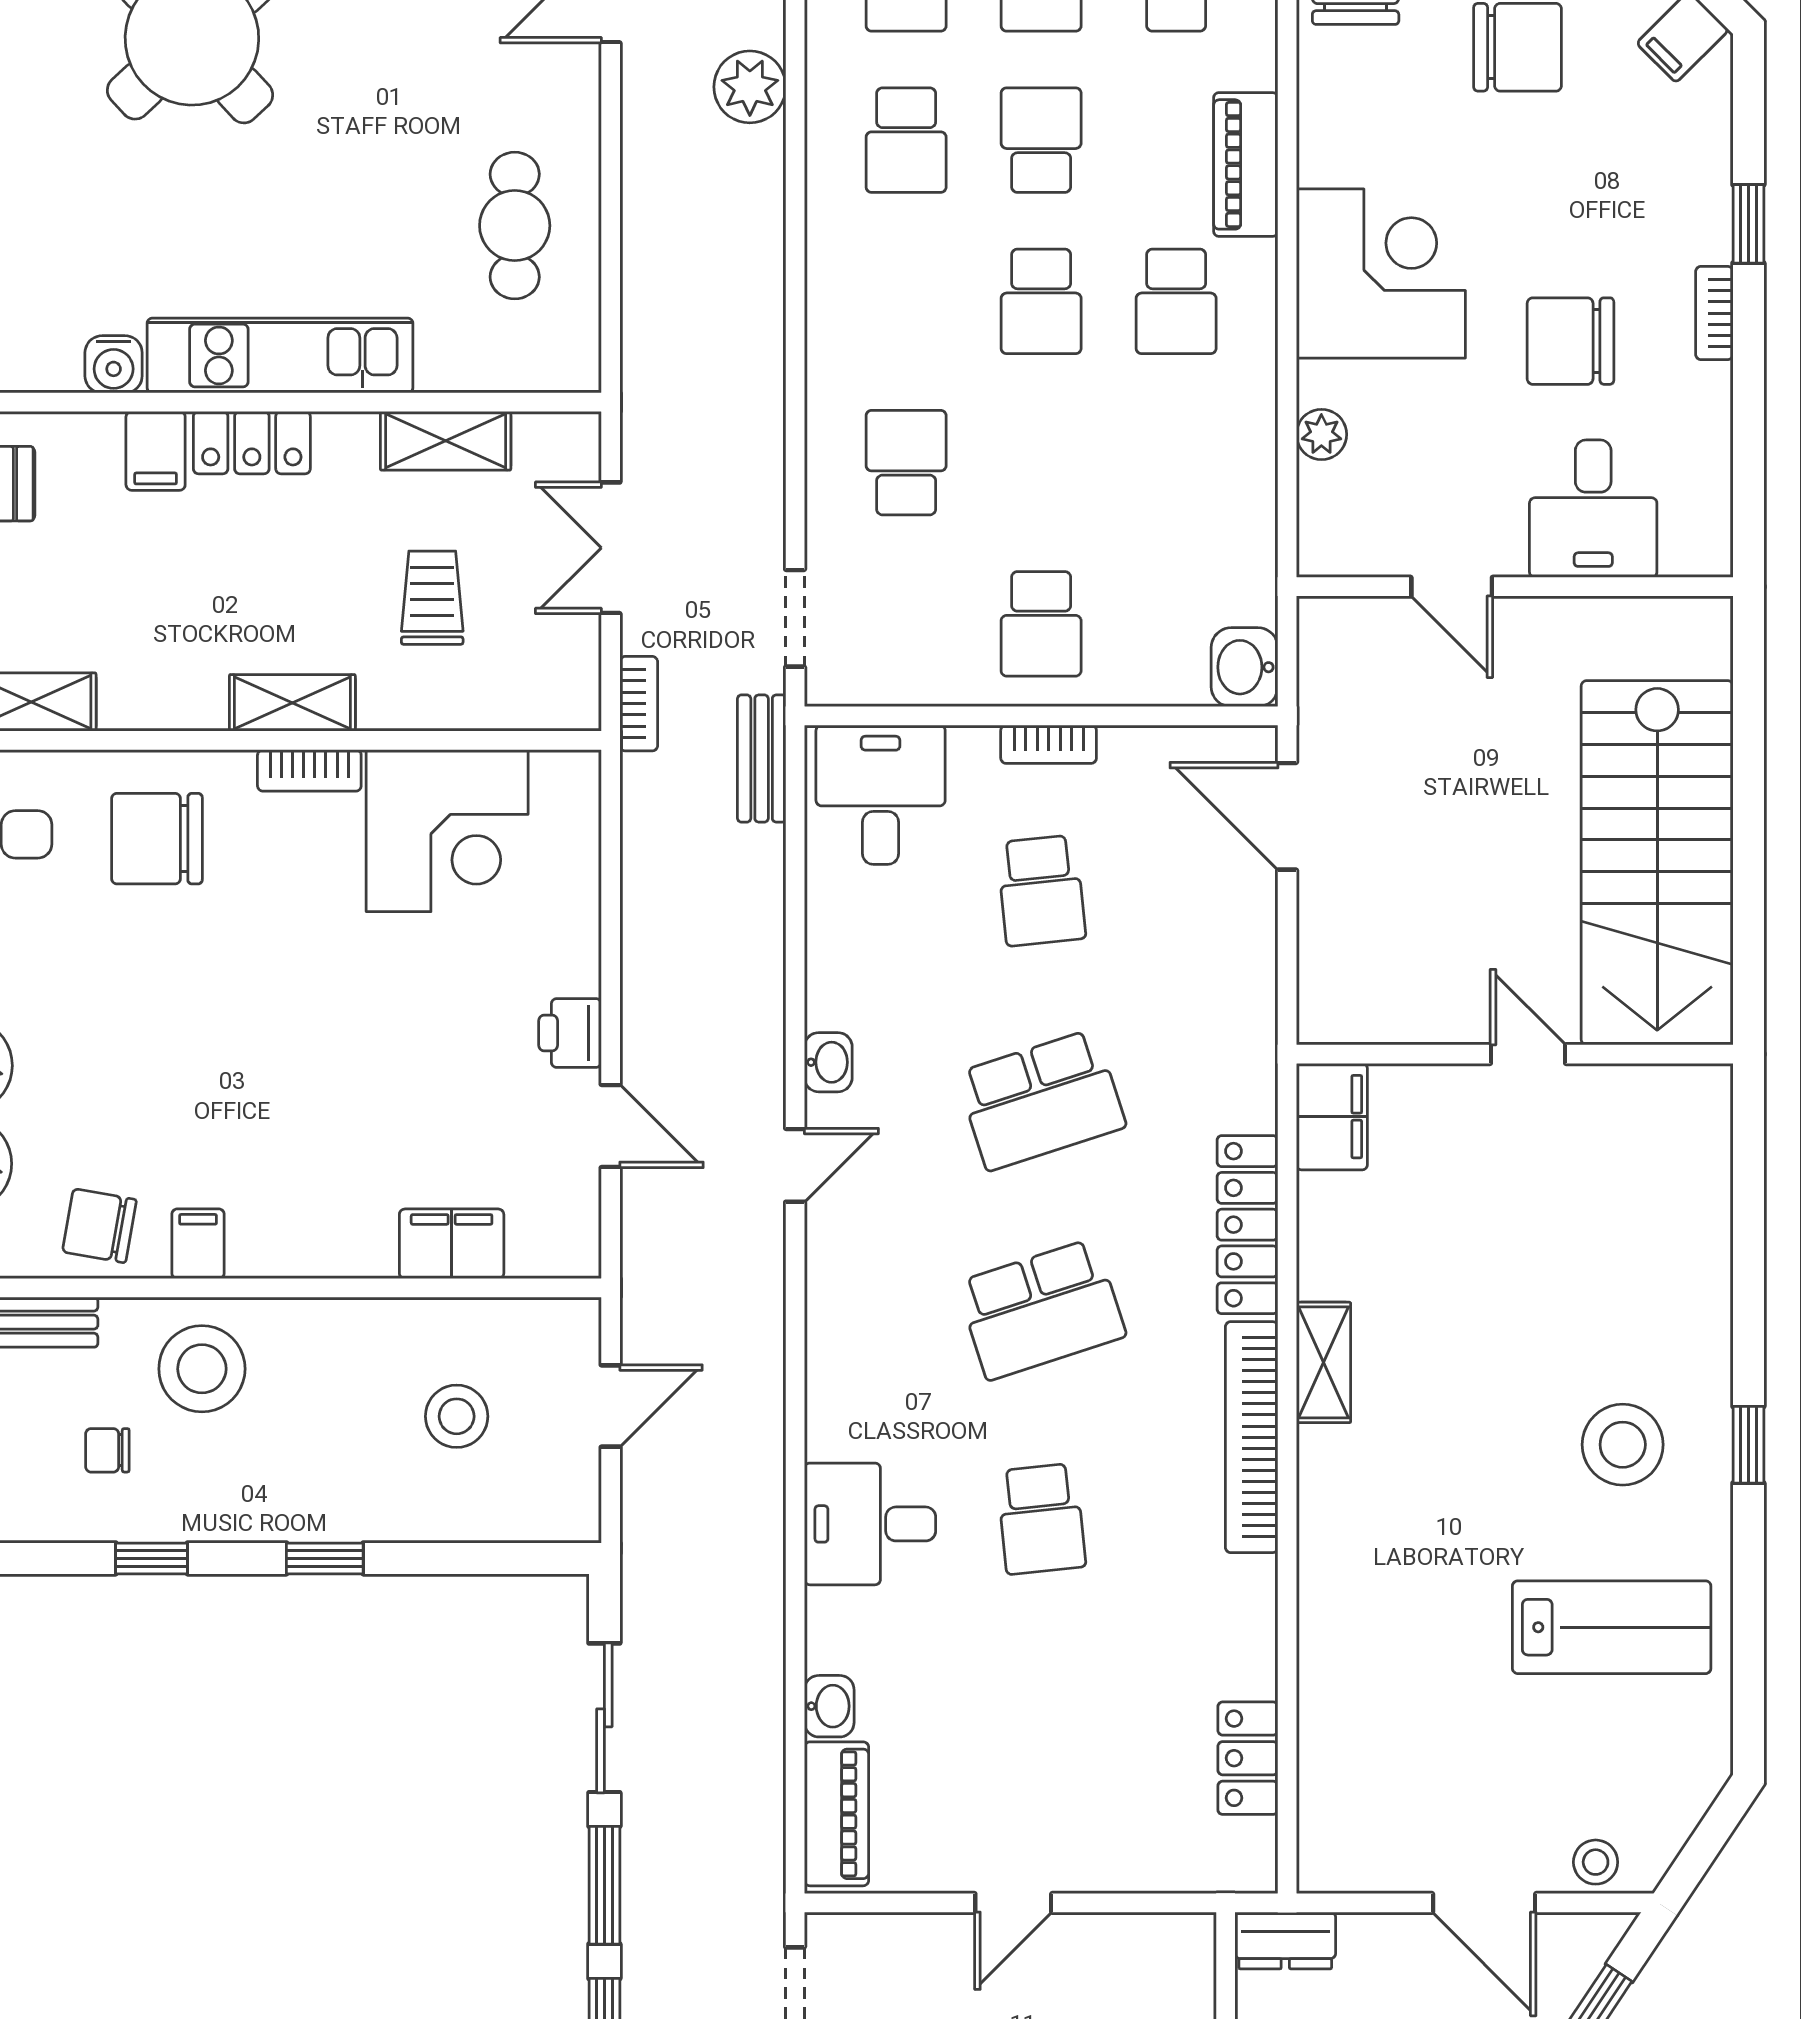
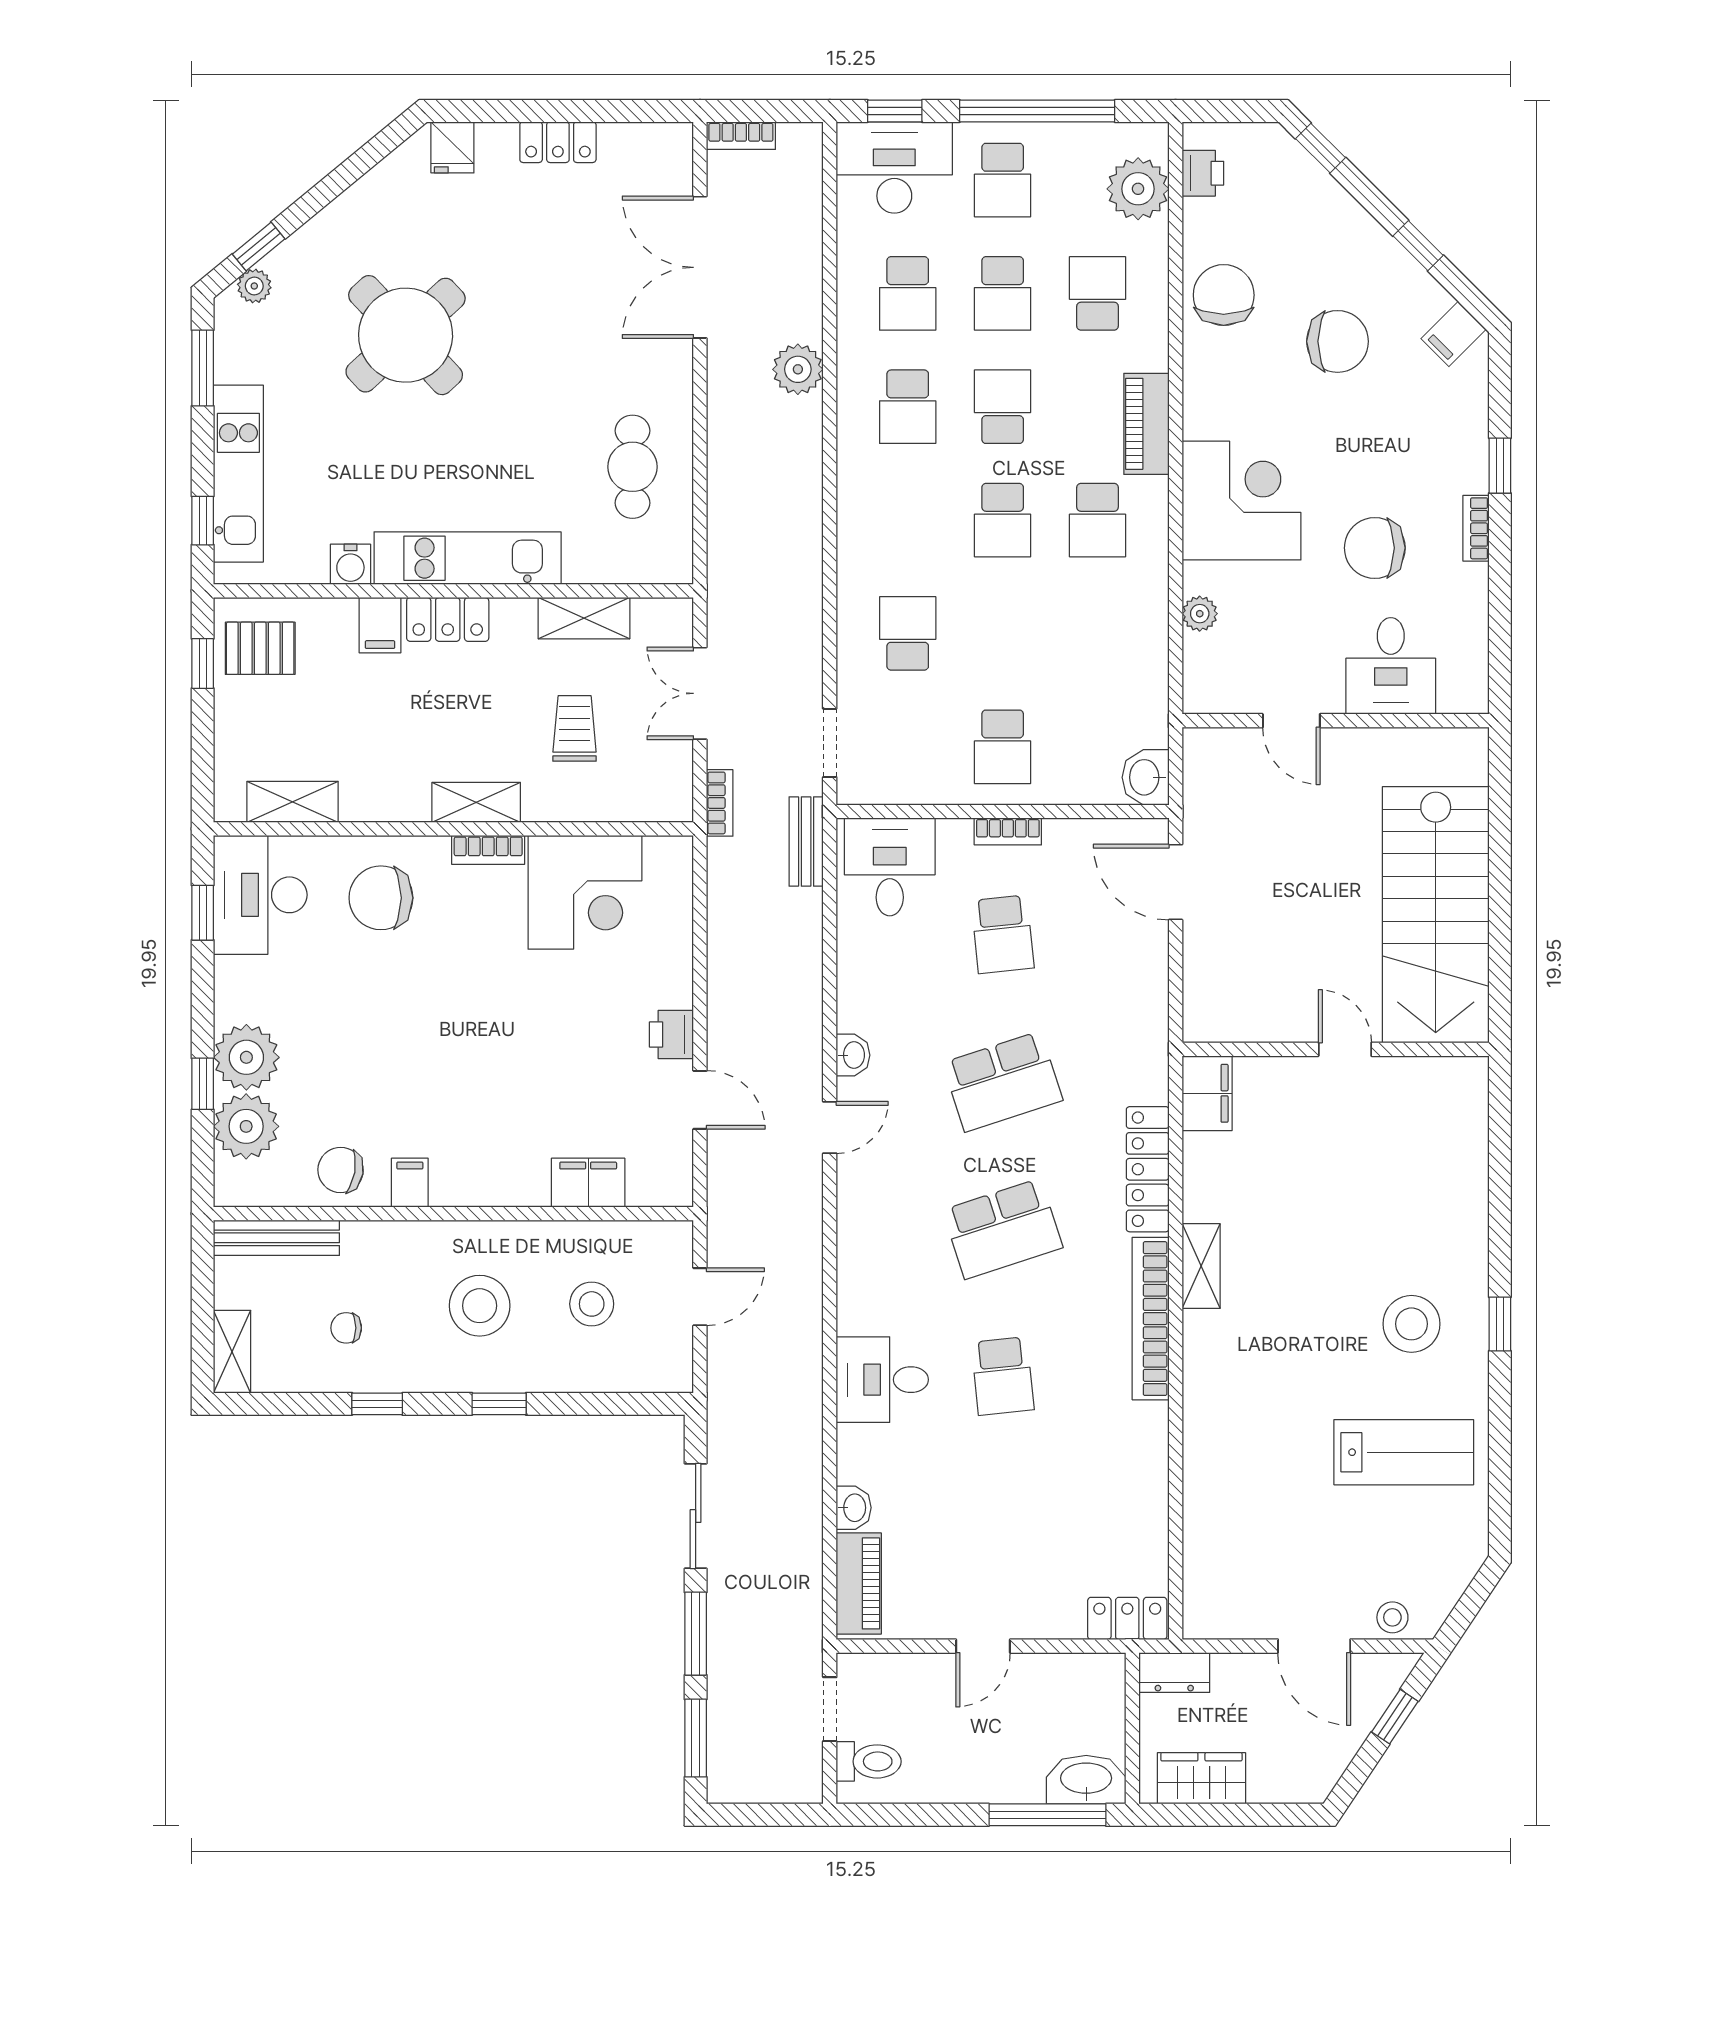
stool: (202, 1369) -> (480, 1306), moved
locker: (1248, 1758) -> (1127, 1618), moved, turned 90

